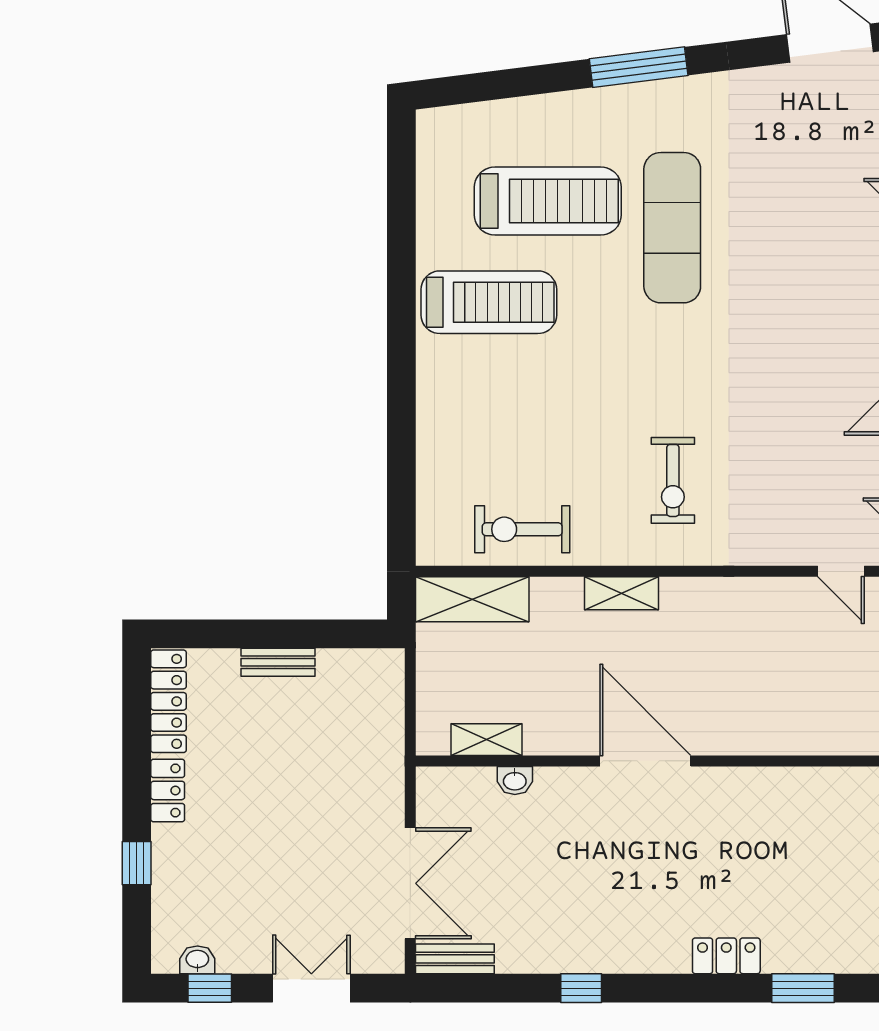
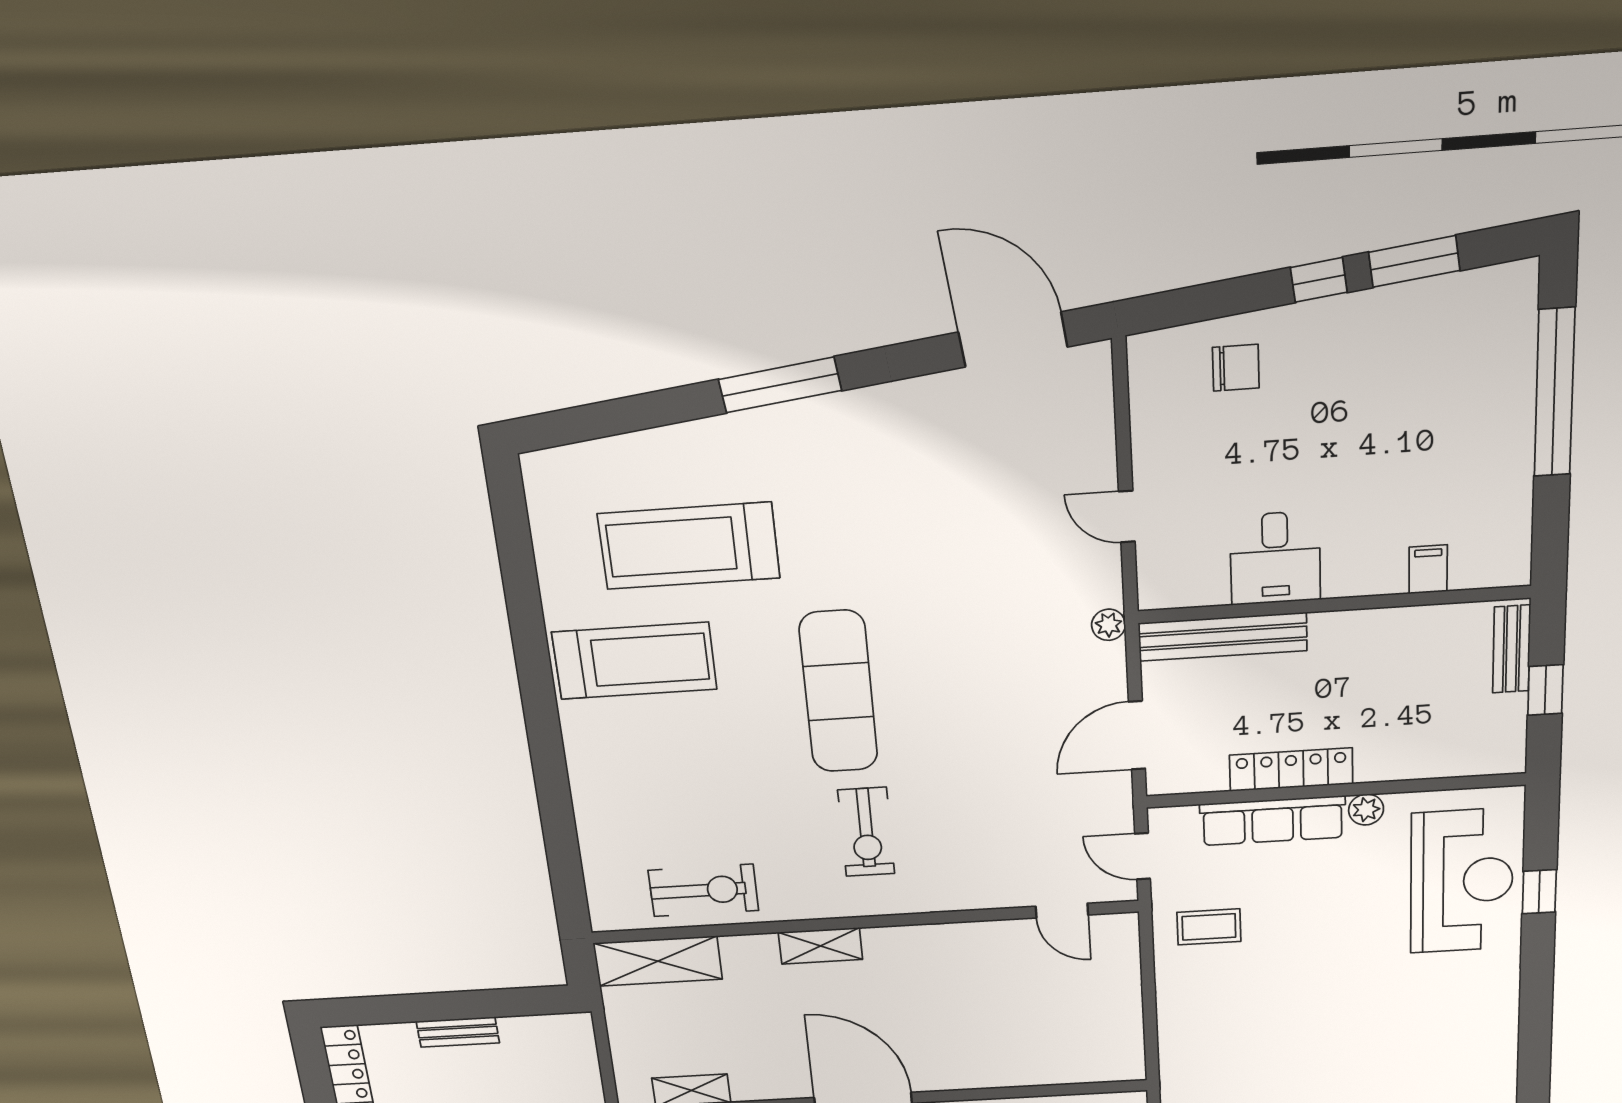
treadmill: (548, 201) -> (689, 546), turned 180
exercise mat: (672, 228) -> (839, 692), moved
exercise bike: (522, 529) -> (703, 890), turned 180

